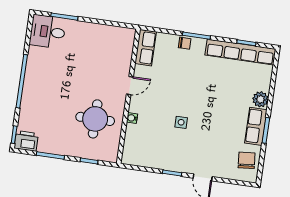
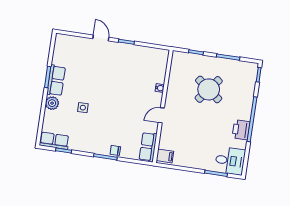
filing cabinet: (125, 37) -> (165, 156), added
row of seats: (240, 52) -> (54, 141), width x0.50
round table: (95, 119) -> (209, 89), moved, turned 38
side table: (181, 122) -> (83, 108), moved
printer: (26, 141) -> (241, 130), moved, turned 90
chair: (247, 160) -> (64, 52), removed

